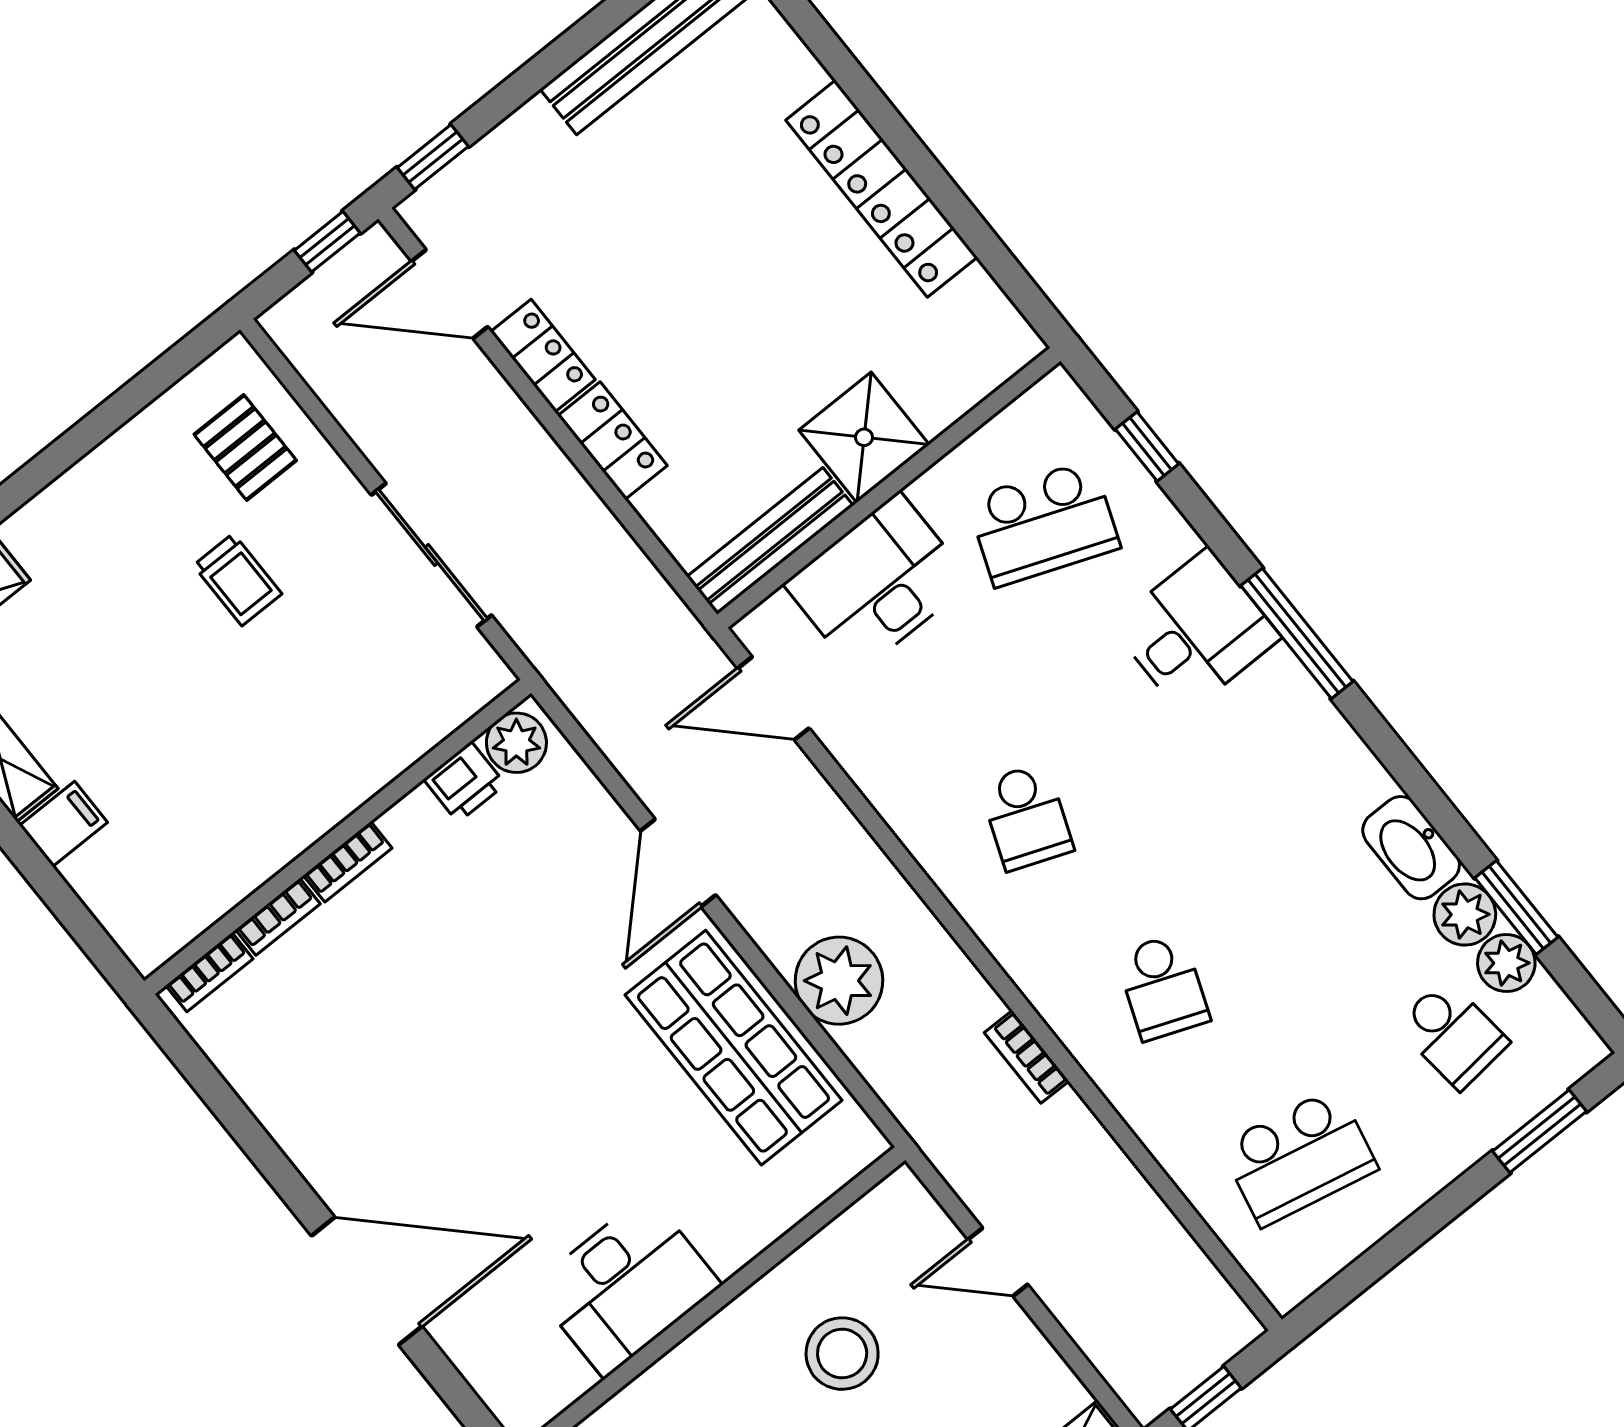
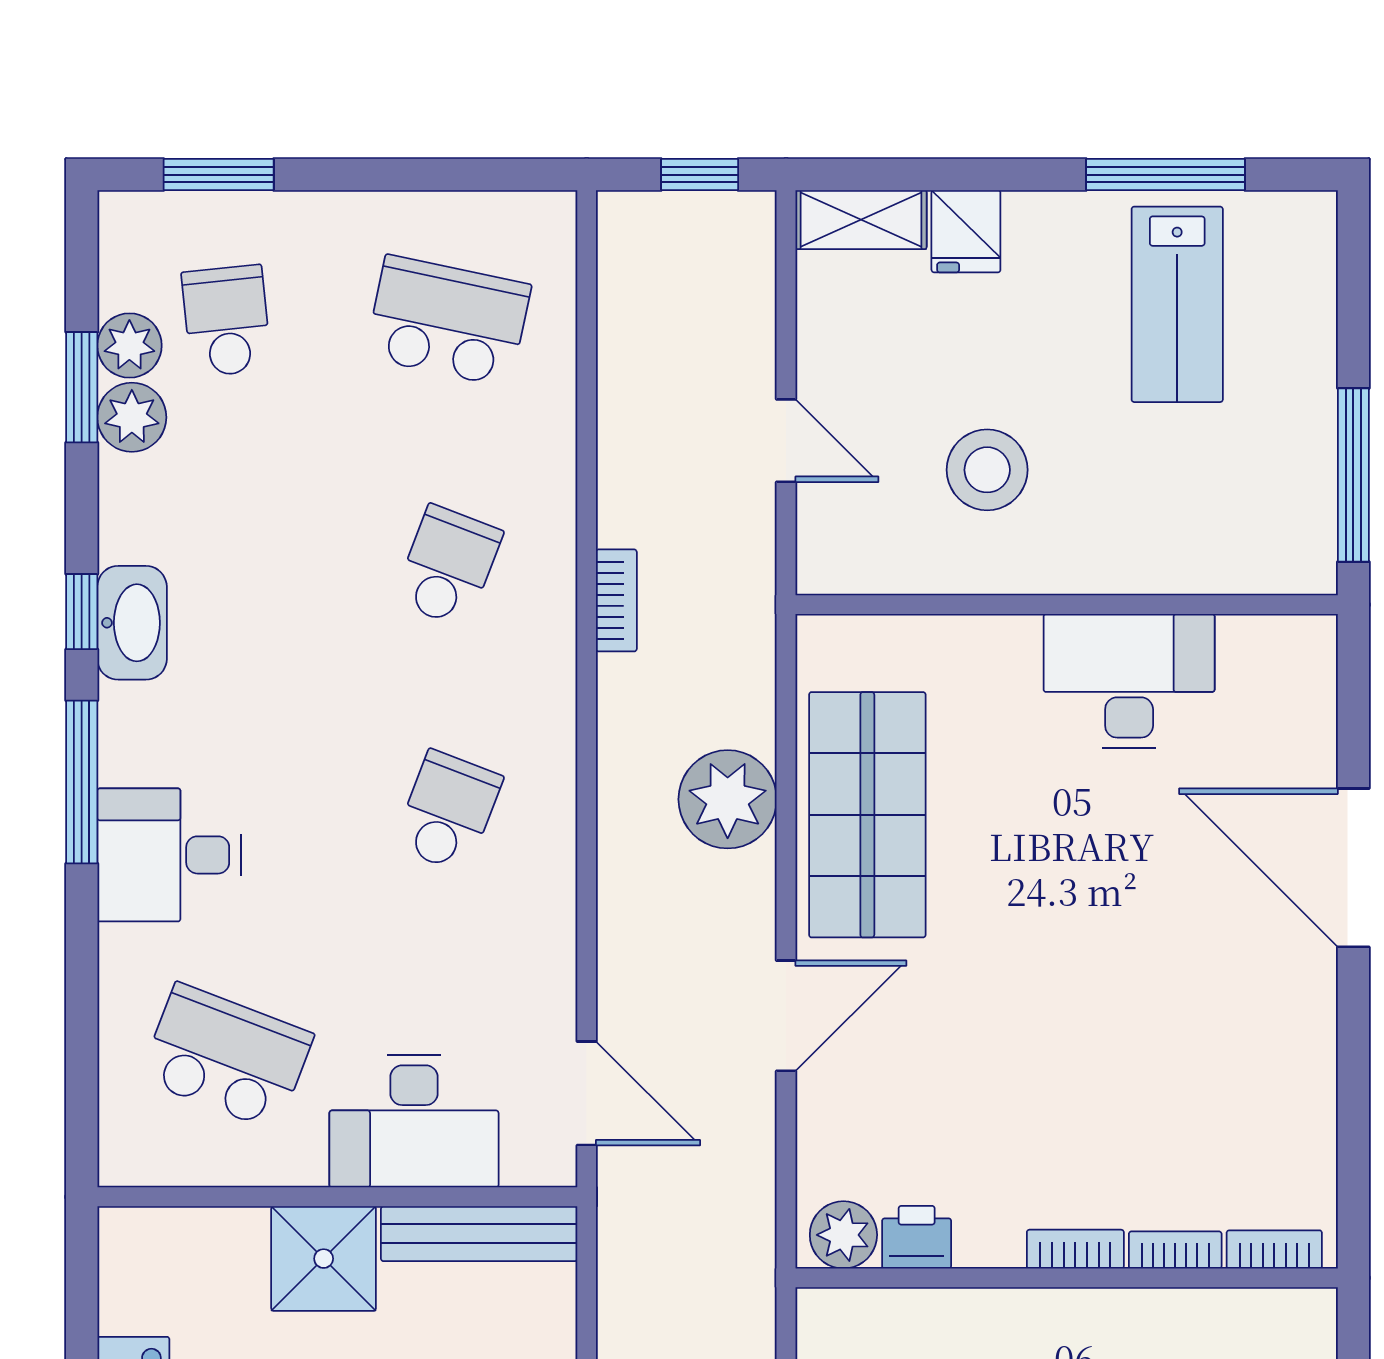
window: (1147, 446) -> (82, 612), moved
washbasin: (1411, 848) -> (132, 623), moved

